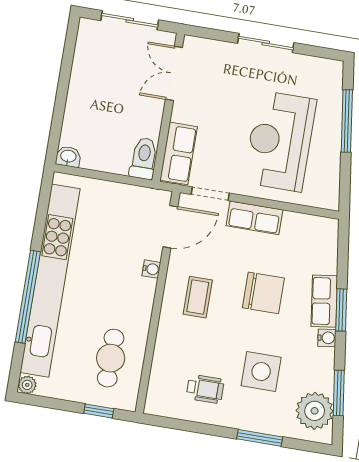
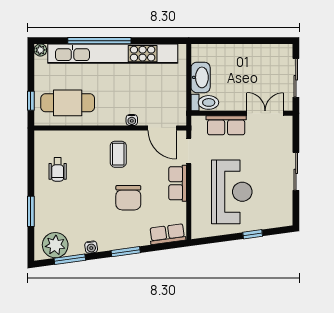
window: (347, 121) -> (253, 234), width x0.46
reception desk: (280, 141) -> (232, 192), turned 90
row of seats: (179, 153) -> (226, 125), moved
washbasin: (68, 157) -> (201, 77), moved, width x1.91, depth x1.45
coffee table: (198, 297) -> (118, 154), turned 90
row of seats: (324, 301) -> (167, 234), moved
water cooler: (327, 338) -> (91, 247), moved
cafe table: (111, 358) -> (68, 103), width x1.37, depth x1.35
side table: (261, 372) -> (76, 205), removed

